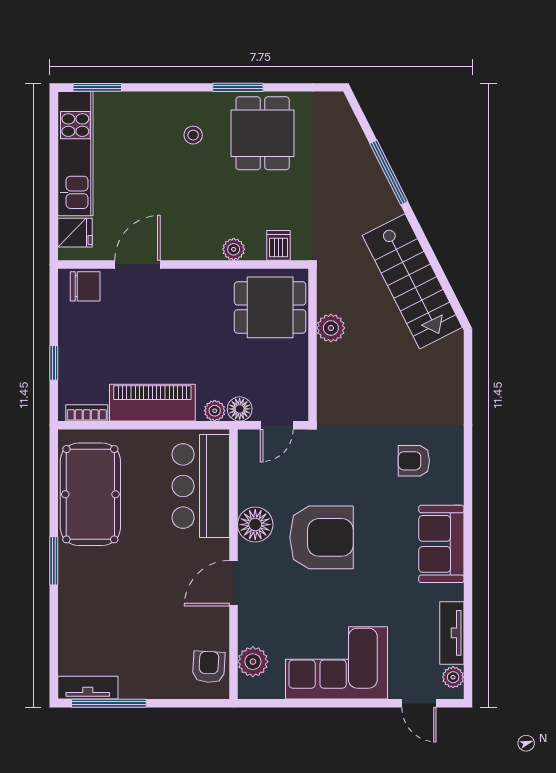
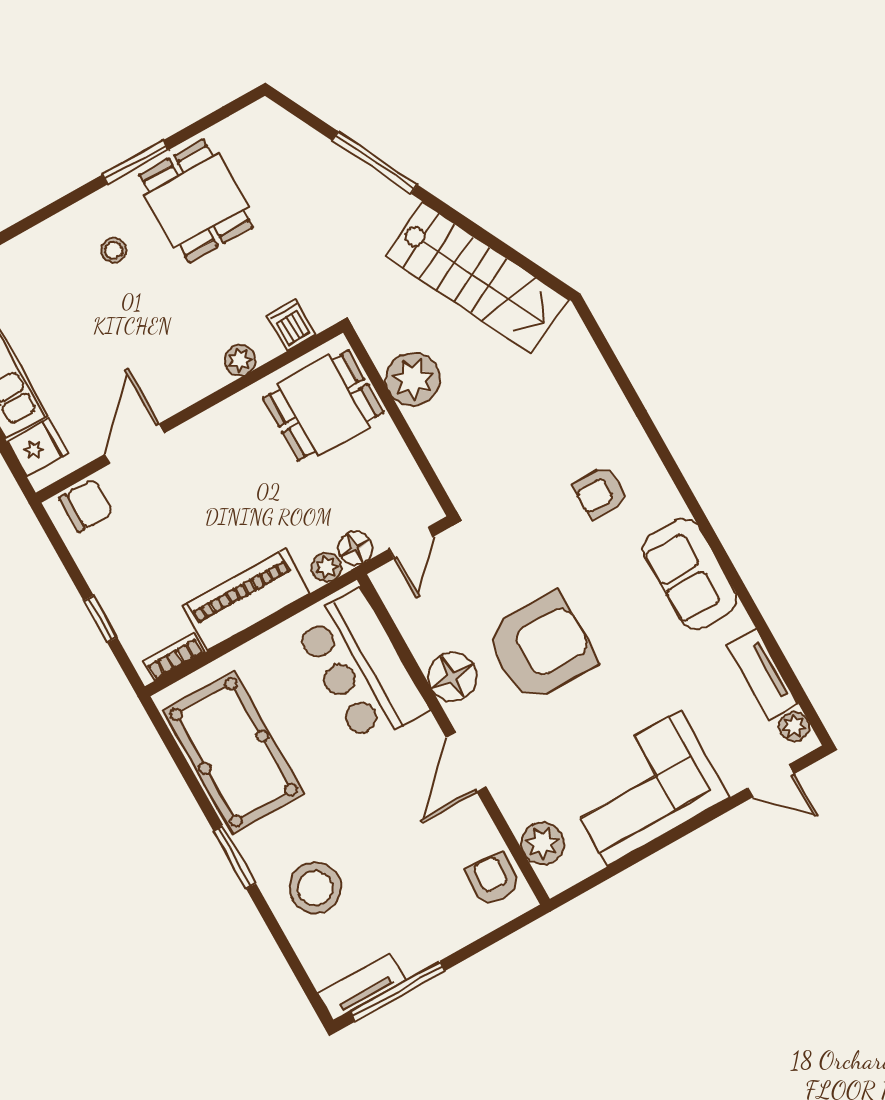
plant: (331, 328) -> (413, 379), width x1.36, depth x1.36
stool: (93, 609) -> (315, 888), added

